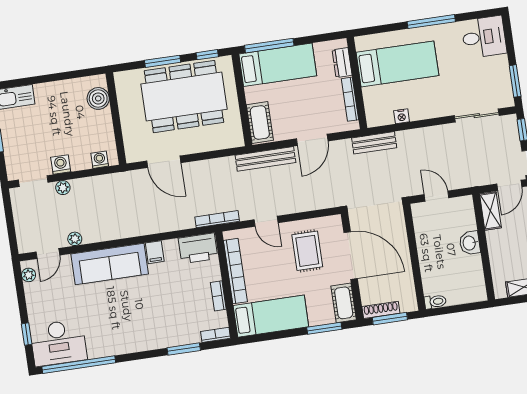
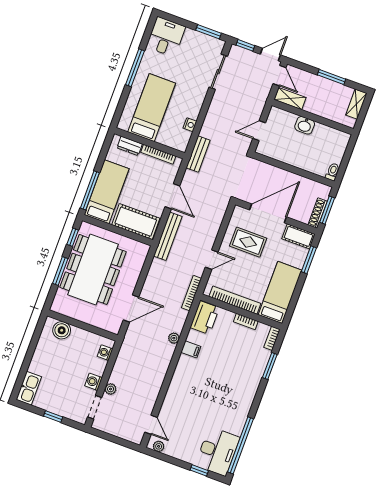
cot: (260, 123) -> (136, 222), width x1.37, depth x1.34
plant: (75, 239) -> (174, 338), moved
sofa: (110, 264) -> (182, 385), removed

